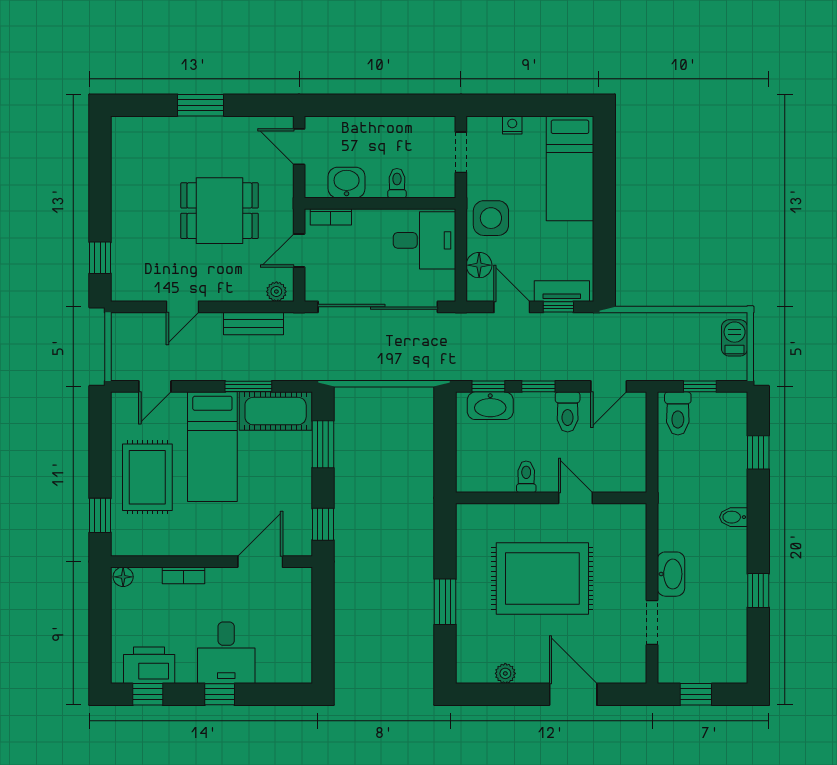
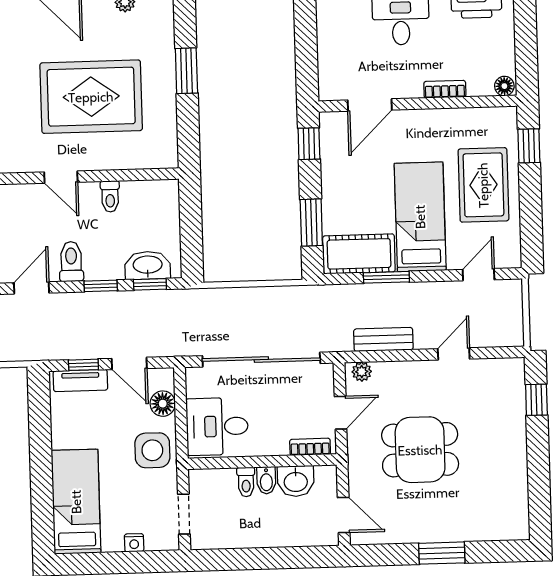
bidet: (376, 184) -> (266, 480), added

